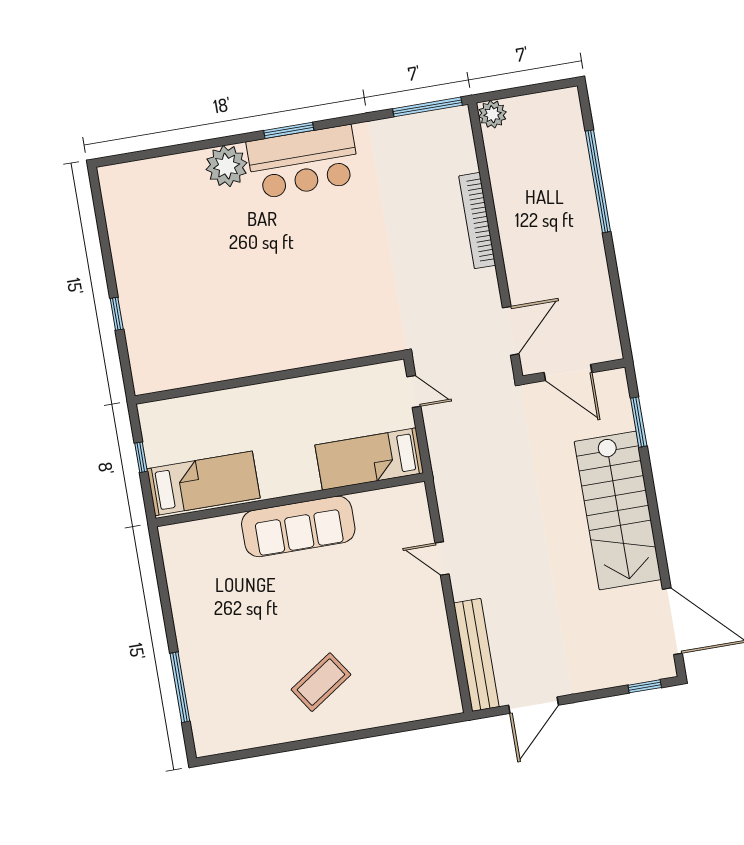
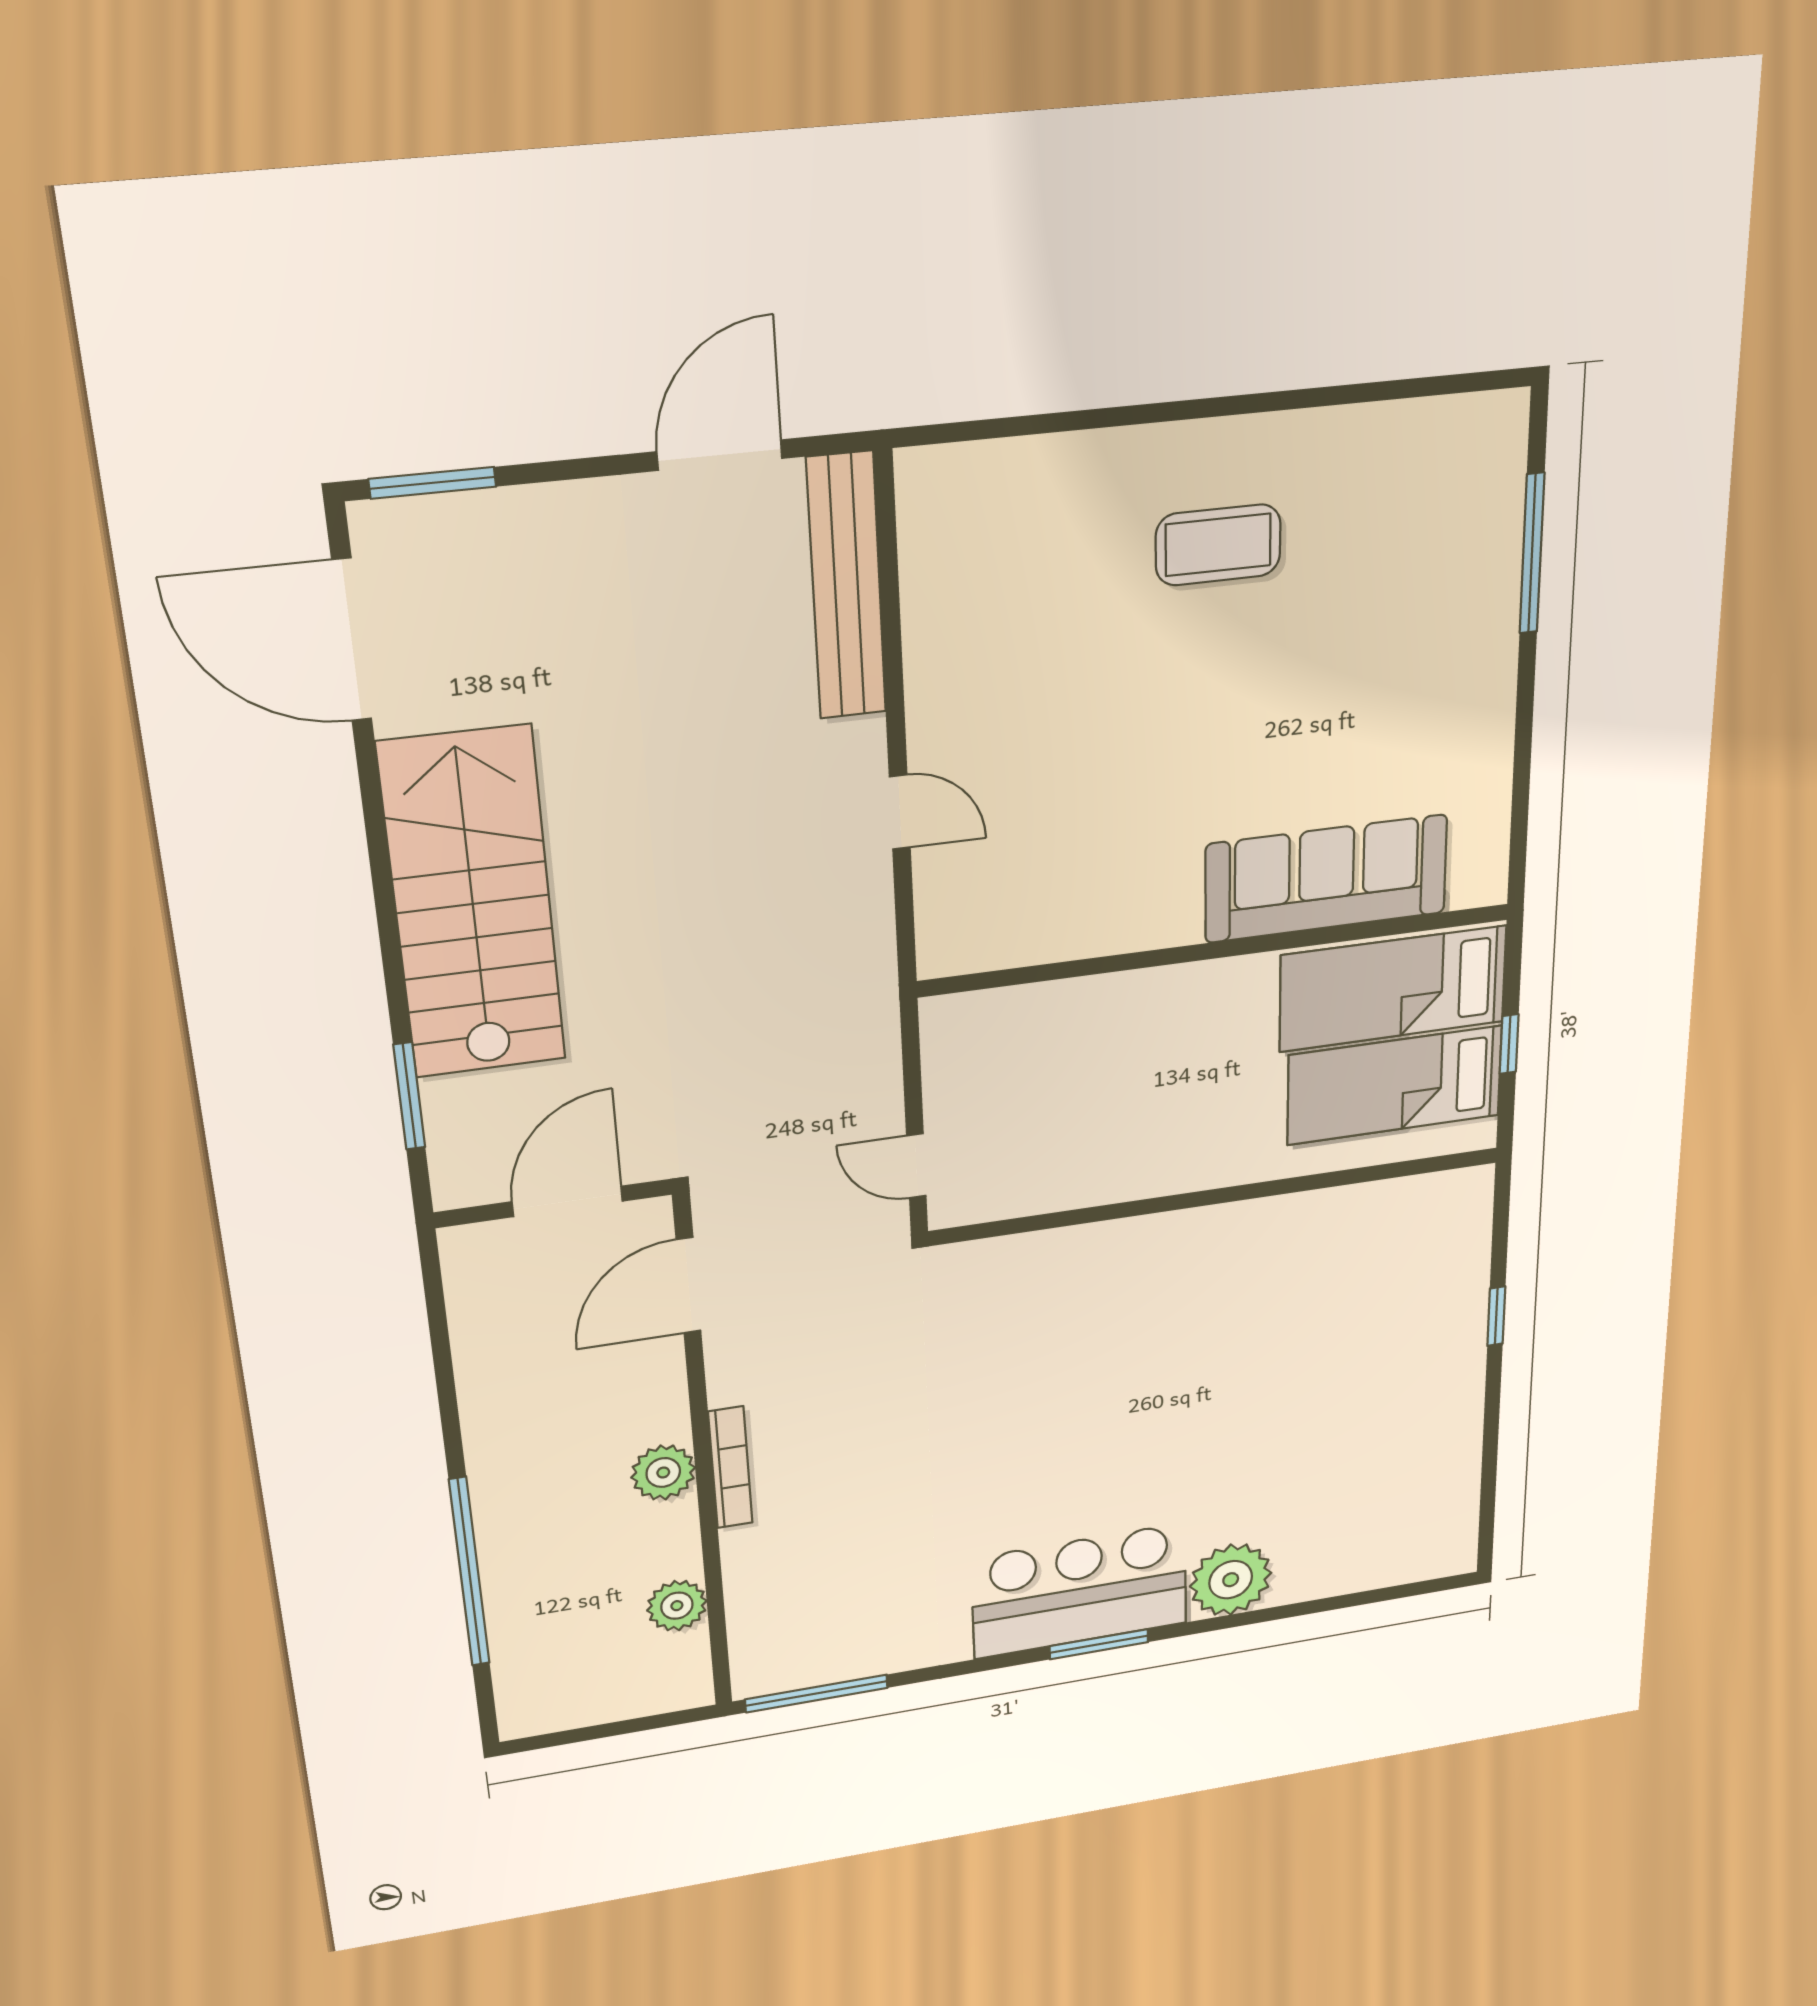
plant: (492, 114) -> (677, 1606), moved
bookcase: (477, 221) -> (730, 1467), width x0.68, depth x0.76
plant: (513, 233) -> (663, 1473), added
door: (568, 372) -> (567, 1201), hinge flipped
bed: (369, 459) -> (1395, 1085), moved, turned 180
sofa: (298, 526) -> (1326, 879), moved
coffee table: (321, 682) -> (1218, 545), turned 34
window: (645, 686) -> (432, 483), width x1.50

